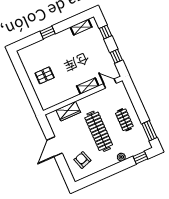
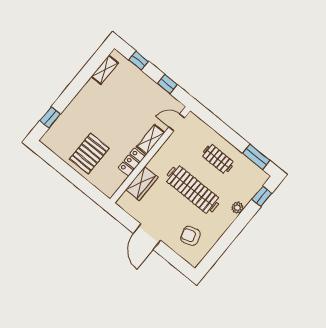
window: (48, 33) -> (50, 117), moved
pallet: (45, 75) -> (89, 153), width x1.50, depth x1.42
locker: (69, 94) -> (132, 162), added

